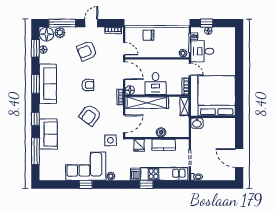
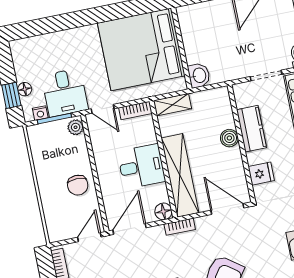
chair: (148, 35) -> (78, 185), moved
door: (190, 69) -> (103, 109), swing flipped
side table: (110, 140) -> (263, 228), removed

